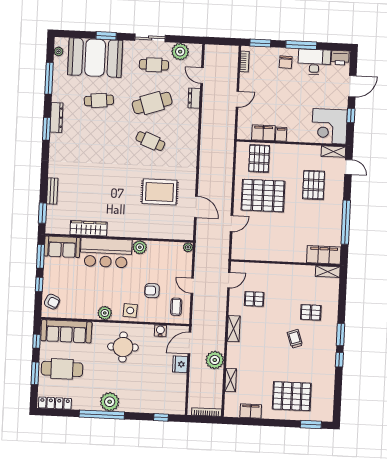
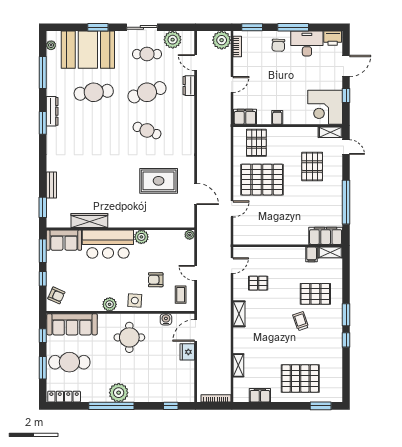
cafe table: (99, 100) -> (94, 92), width x1.37, depth x1.35
filing cabinet: (263, 133) -> (245, 117), moved
filing cabinet: (309, 273) -> (312, 254), added
pallet: (311, 312) -> (315, 294), width x1.50, depth x1.42
plant: (215, 360) -> (222, 40), moved

